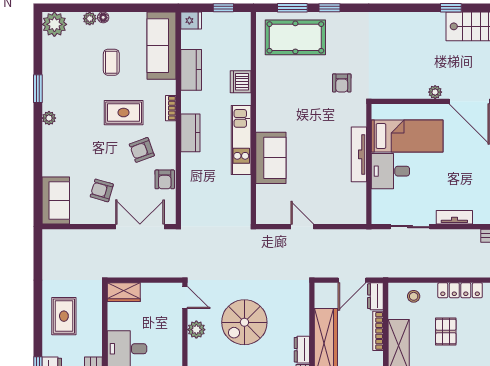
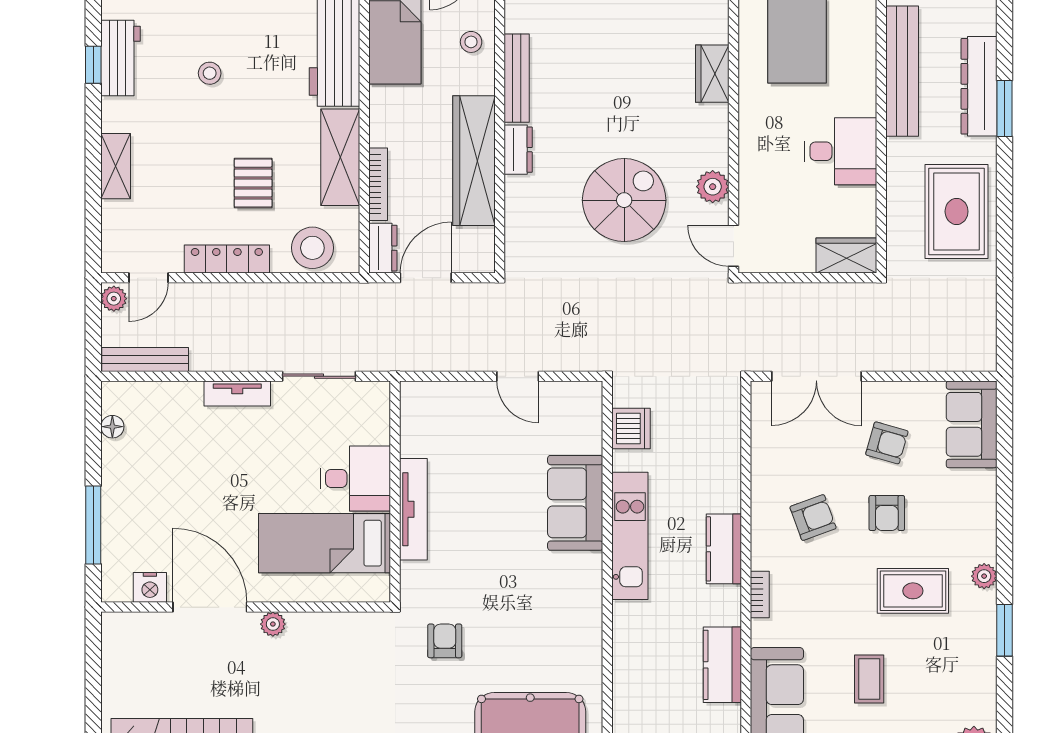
dishwasher: (241, 82) -> (631, 429), moved
rug: (124, 113) -> (913, 591), moved
armchair: (165, 179) -> (887, 513), moved, turned 180
stool: (414, 296) -> (312, 248), width x1.89, depth x1.89
rug: (64, 316) -> (957, 211), width x1.36, depth x1.43

